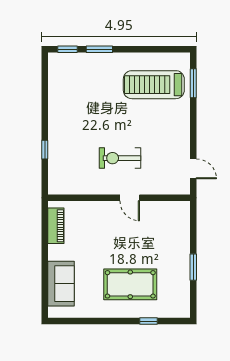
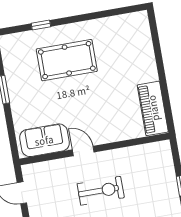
piano: (56, 226) -> (153, 108), width x1.37, depth x1.33
sofa: (61, 284) -> (44, 140), moved, turned 90

